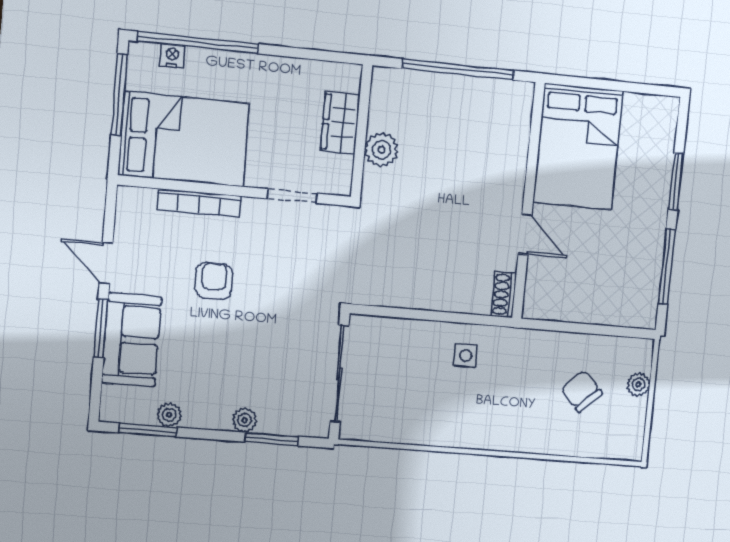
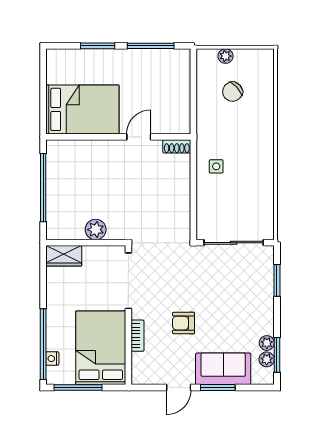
wardrobe: (340, 123) -> (64, 256), moved
doorway: (292, 196) -> (128, 281), width x1.87
bookcase: (199, 203) -> (138, 336), width x0.64
plant: (245, 420) -> (267, 359), moved

